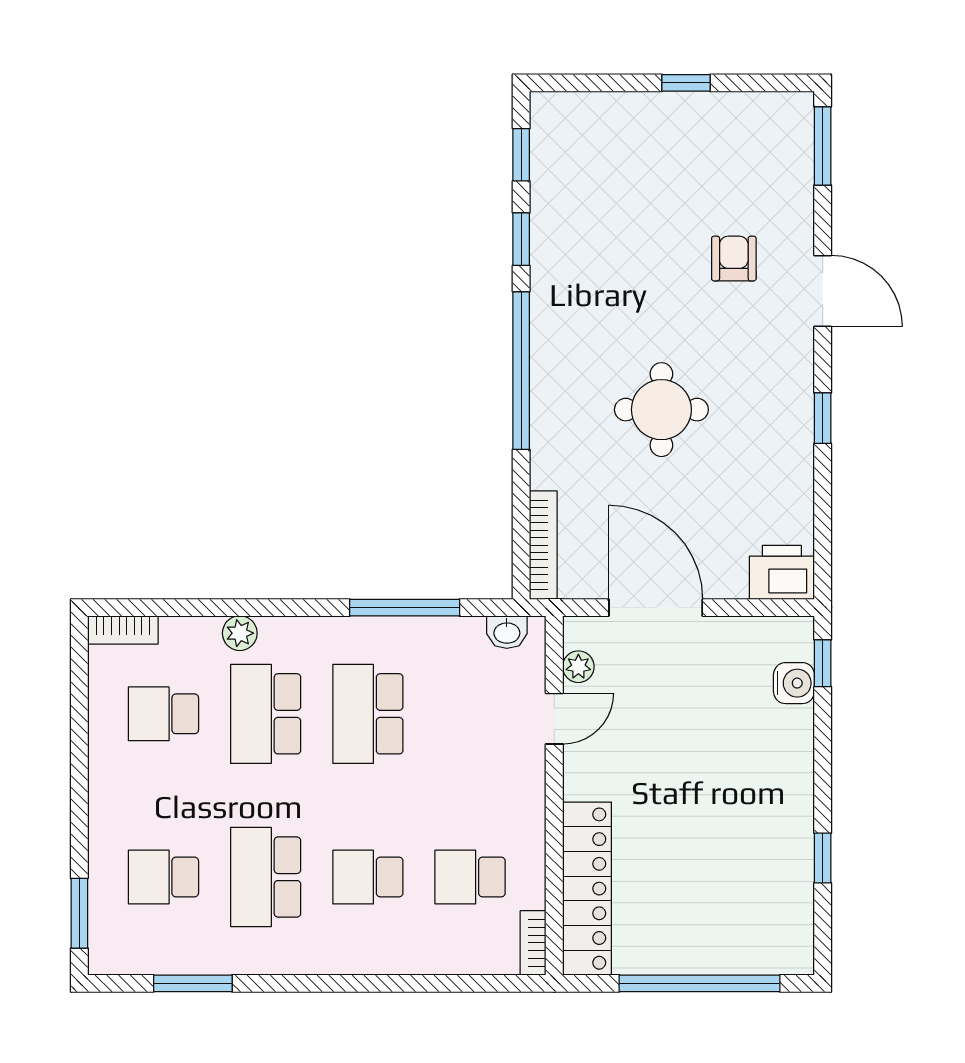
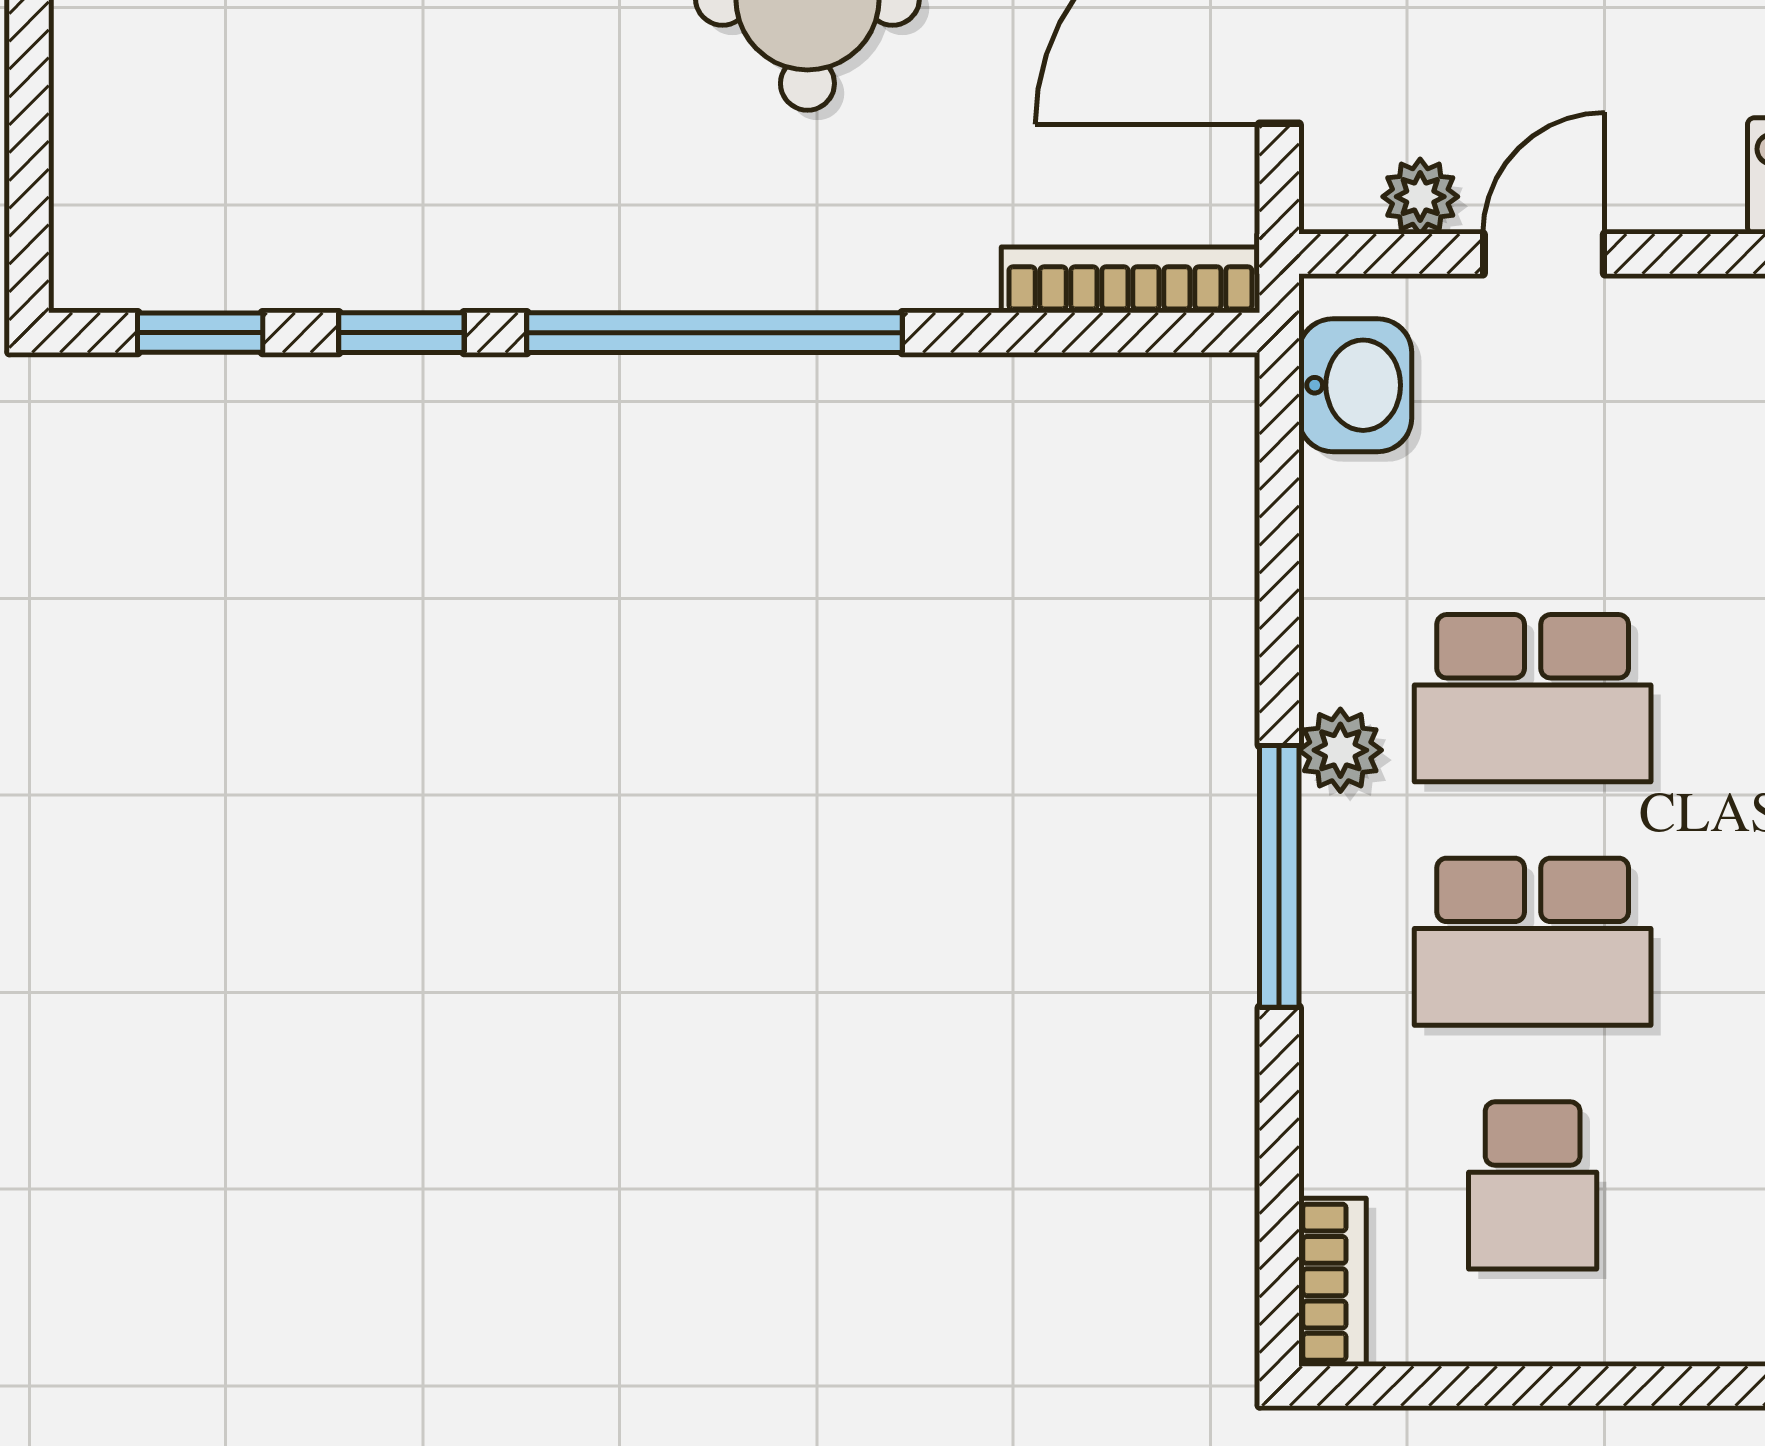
window: (405, 608) -> (1279, 876), moved
washbasin: (507, 632) -> (1355, 385), width x1.38, depth x1.45
plant: (240, 633) -> (1340, 750), moved
door: (554, 719) -> (1544, 254), hinge flipped

